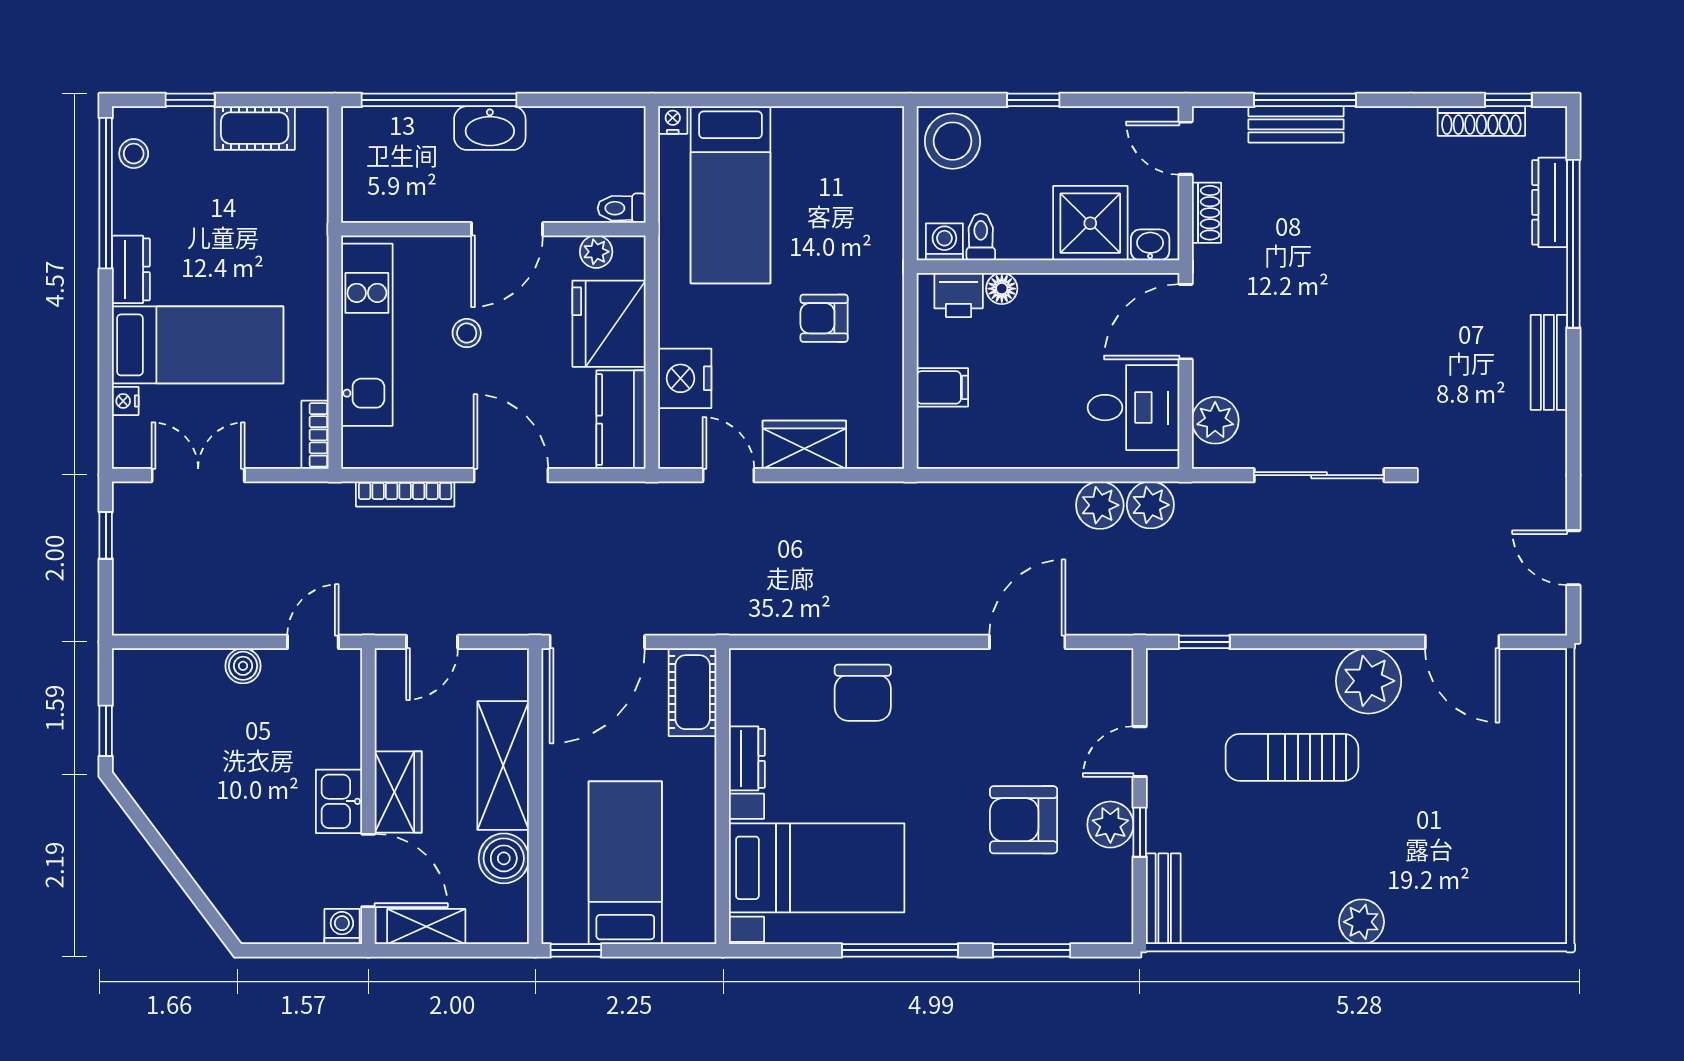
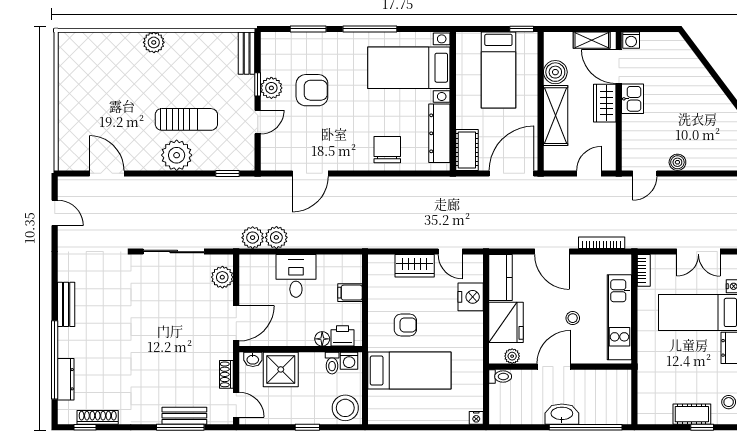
cot: (255, 128) -> (692, 414), moved
bed: (731, 195) -> (409, 370), moved, turned 90
desk: (1133, 408) -> (296, 276), moved, turned 90
plant: (1369, 681) -> (177, 155), moved
dresser: (747, 758) -> (439, 133), width x1.96, depth x1.24

